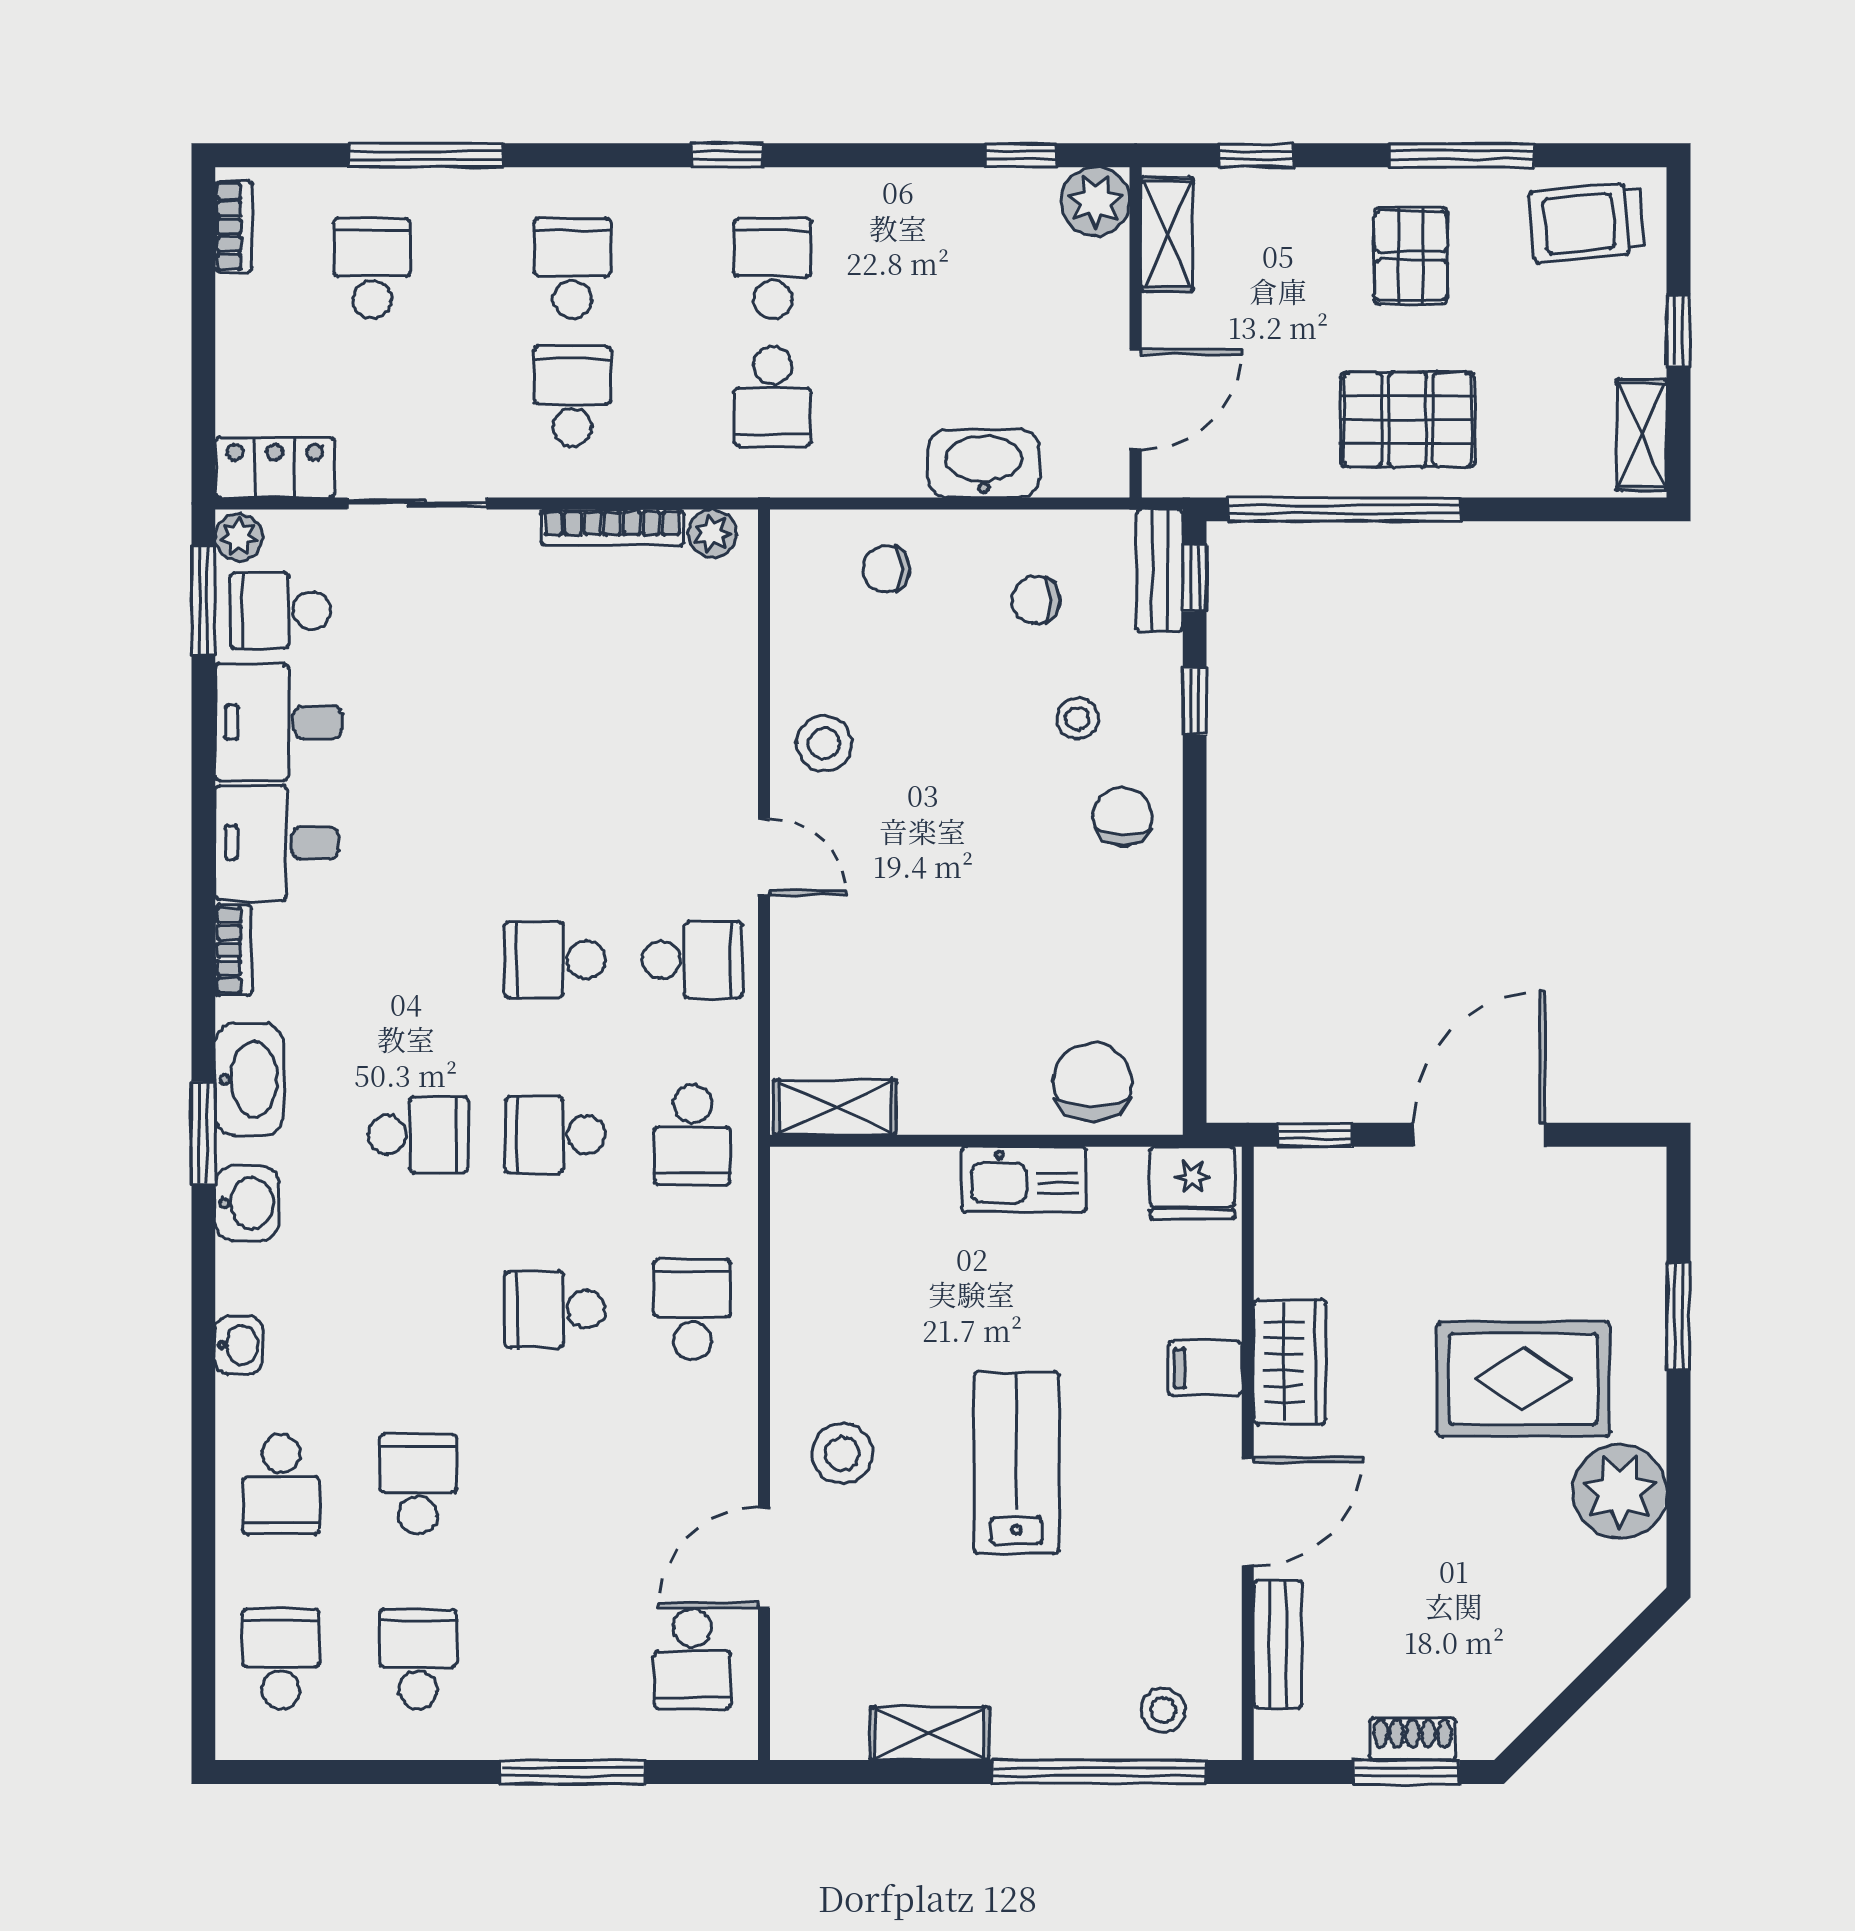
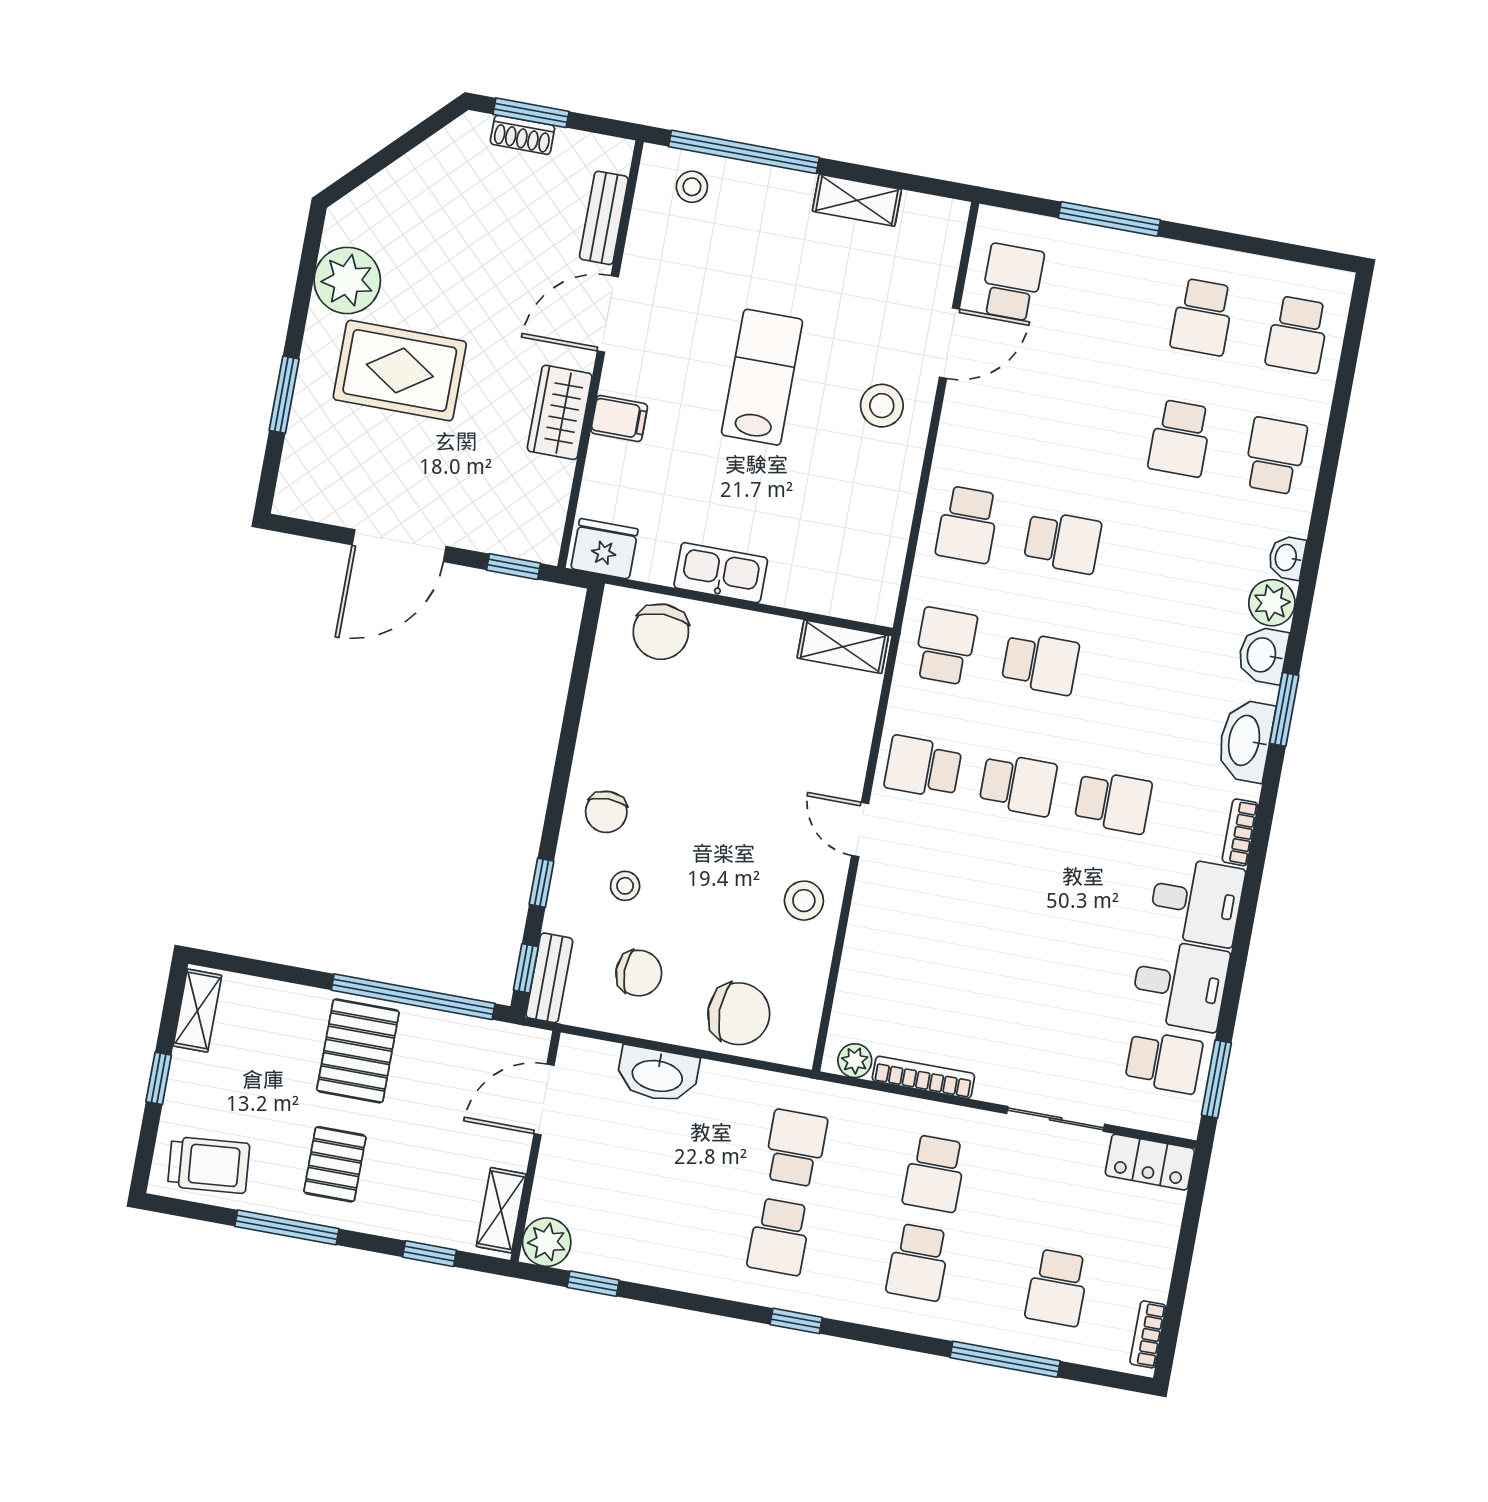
pallet: (1408, 420) -> (358, 1051), turned 90
plant: (239, 537) -> (1272, 603), moved, width x1.38, depth x1.38
chair: (886, 569) -> (739, 1014), width x1.87, depth x1.87
chair: (1036, 600) -> (639, 973), width x1.37, depth x1.37
school desk: (418, 1135) -> (1113, 802), moved, turned 180
lab bench: (1016, 1463) -> (762, 377), turned 180

